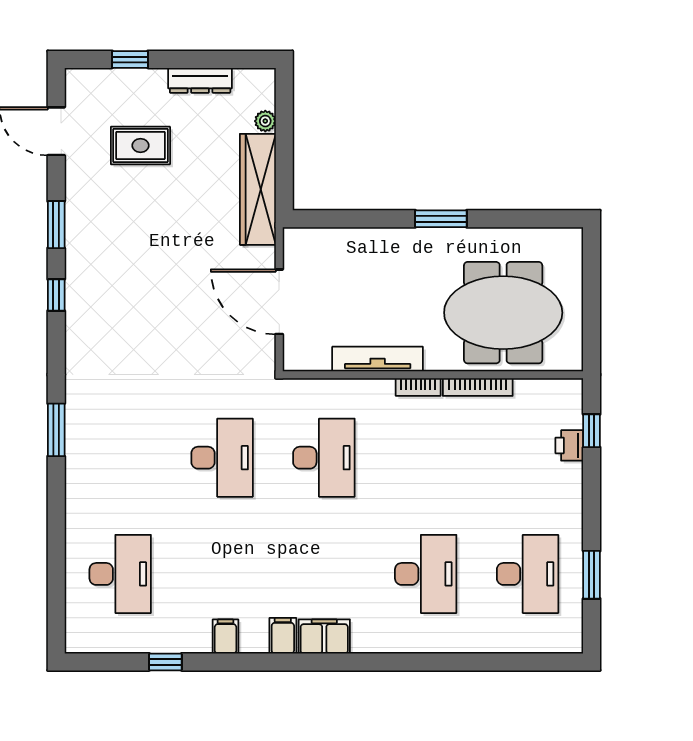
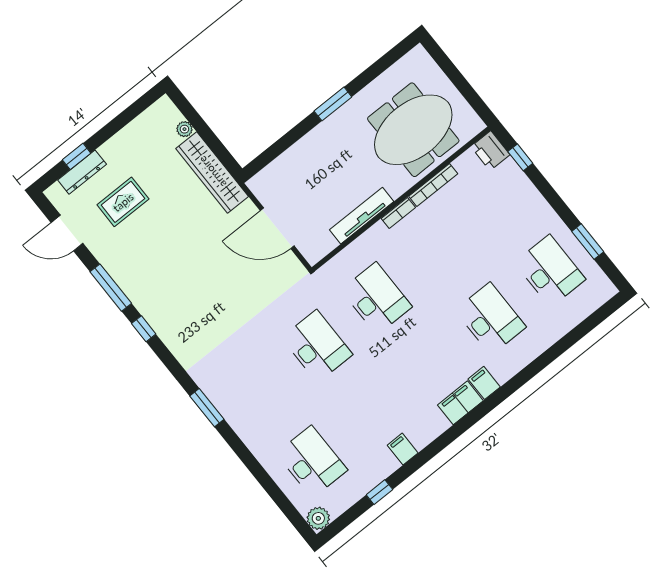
dresser: (200, 80) -> (82, 172), moved
window: (56, 225) -> (111, 288), width x1.44
printer: (569, 445) -> (490, 151), moved, width x1.36, depth x1.24
filing cabinet: (283, 636) -> (484, 383), moved
plant: (80, 638) -> (318, 518), added

